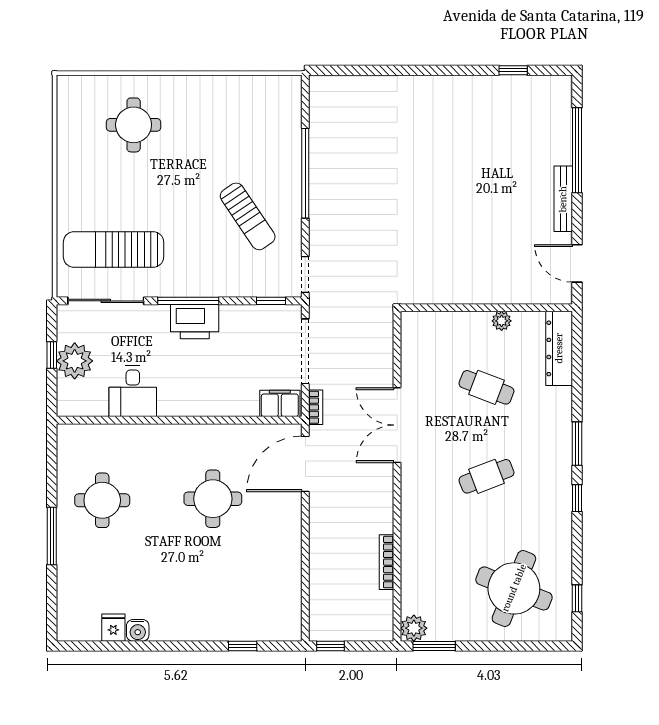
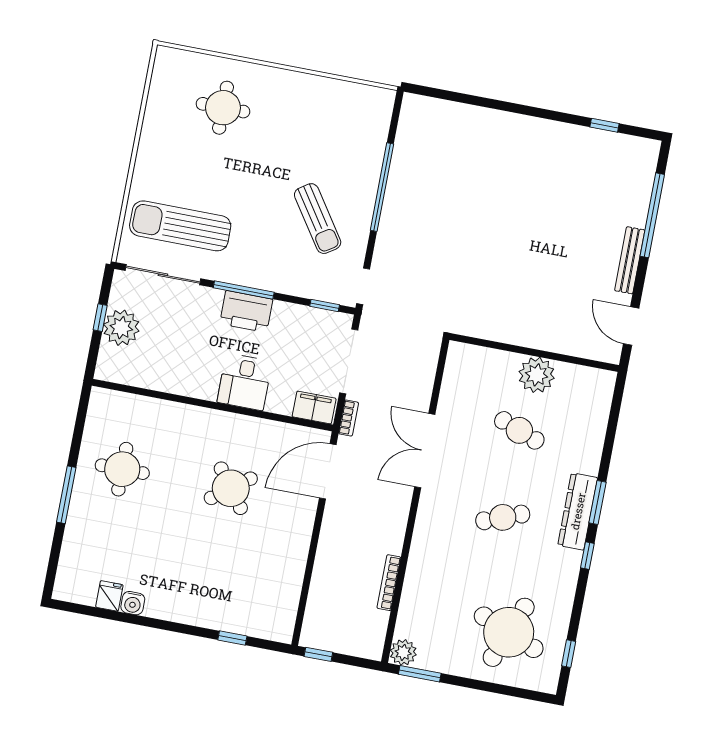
plant: (502, 321) -> (537, 375), width x1.88, depth x1.88
dresser: (559, 348) -> (578, 511), moved
desk: (133, 391) -> (245, 382), moved
round table: (213, 499) -> (231, 488), turned -37

